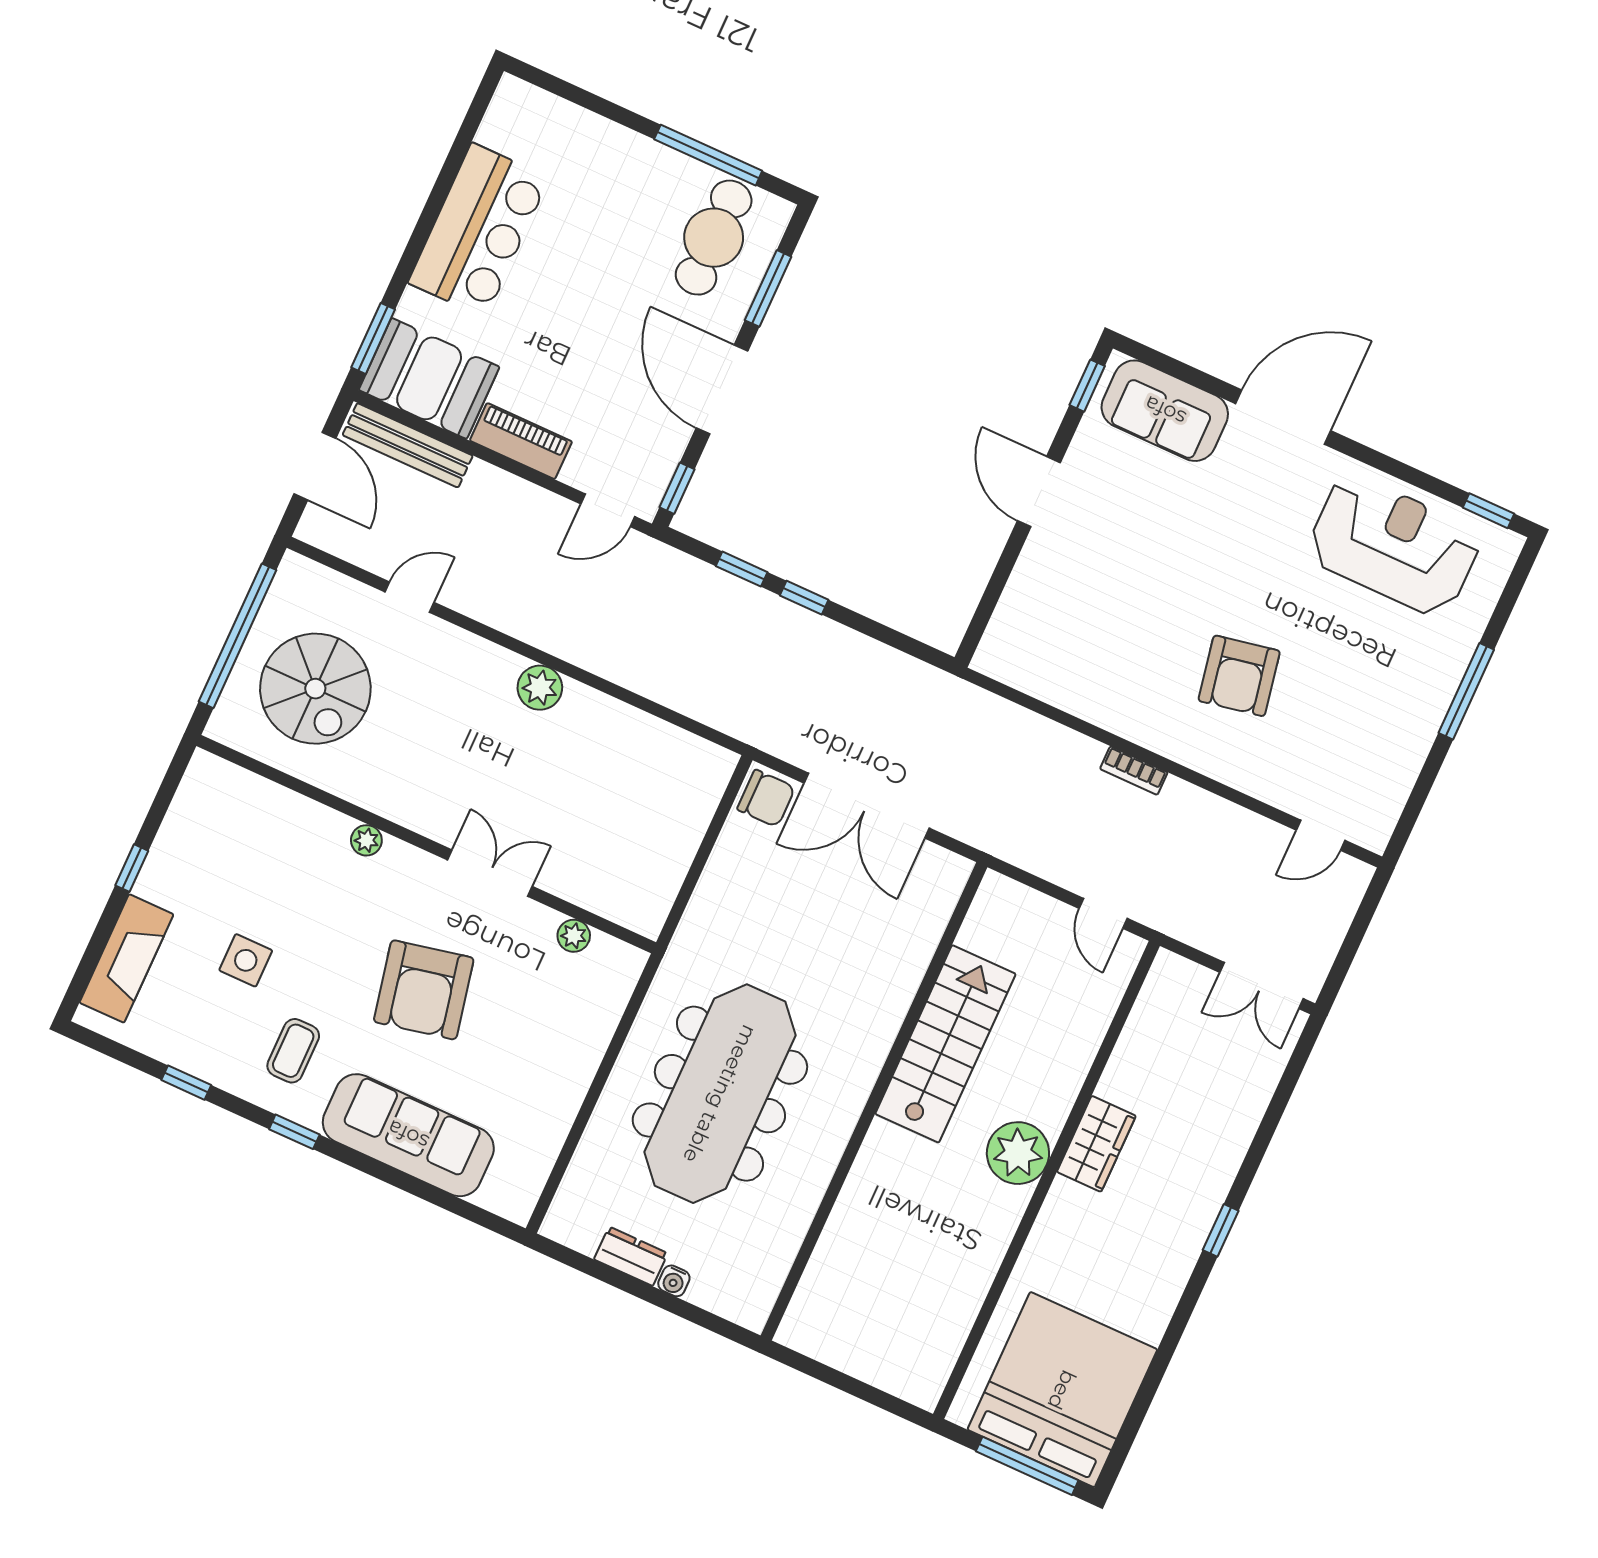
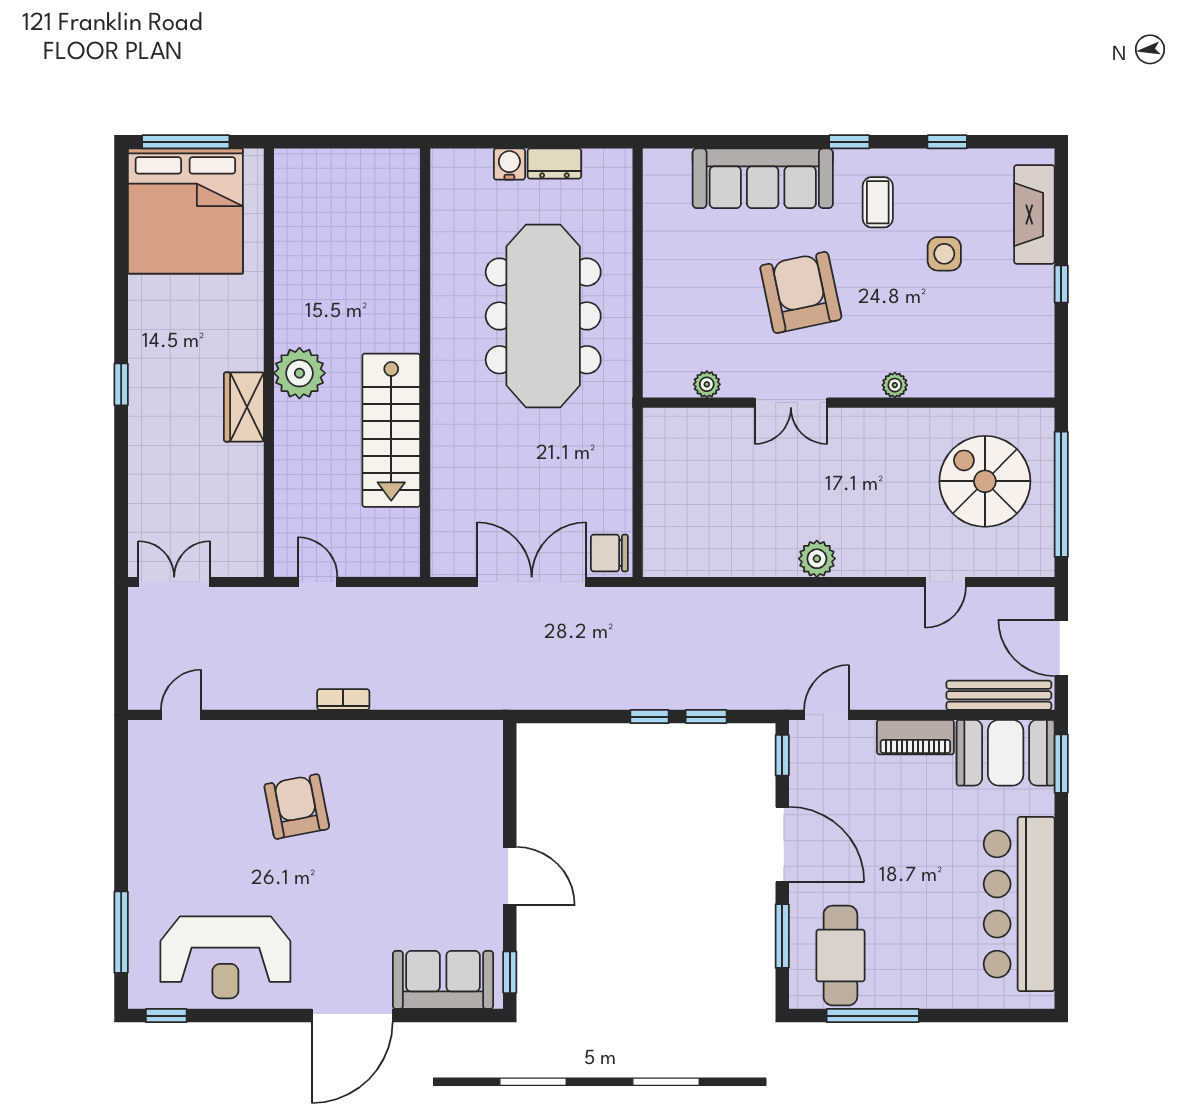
bar counter: (479, 230) -> (1019, 904), width x1.36
window: (1466, 691) -> (121, 932), moved
water cooler: (674, 1281) -> (509, 164), width x1.38, depth x1.38

